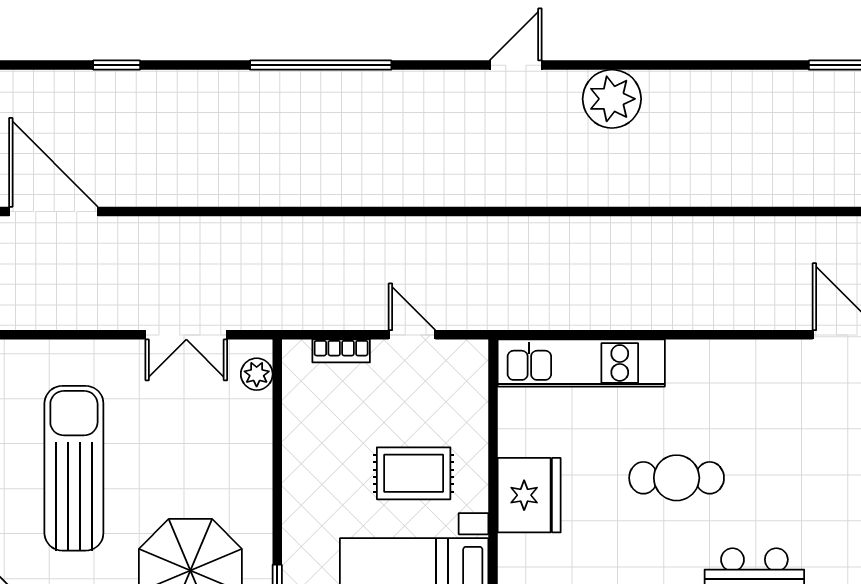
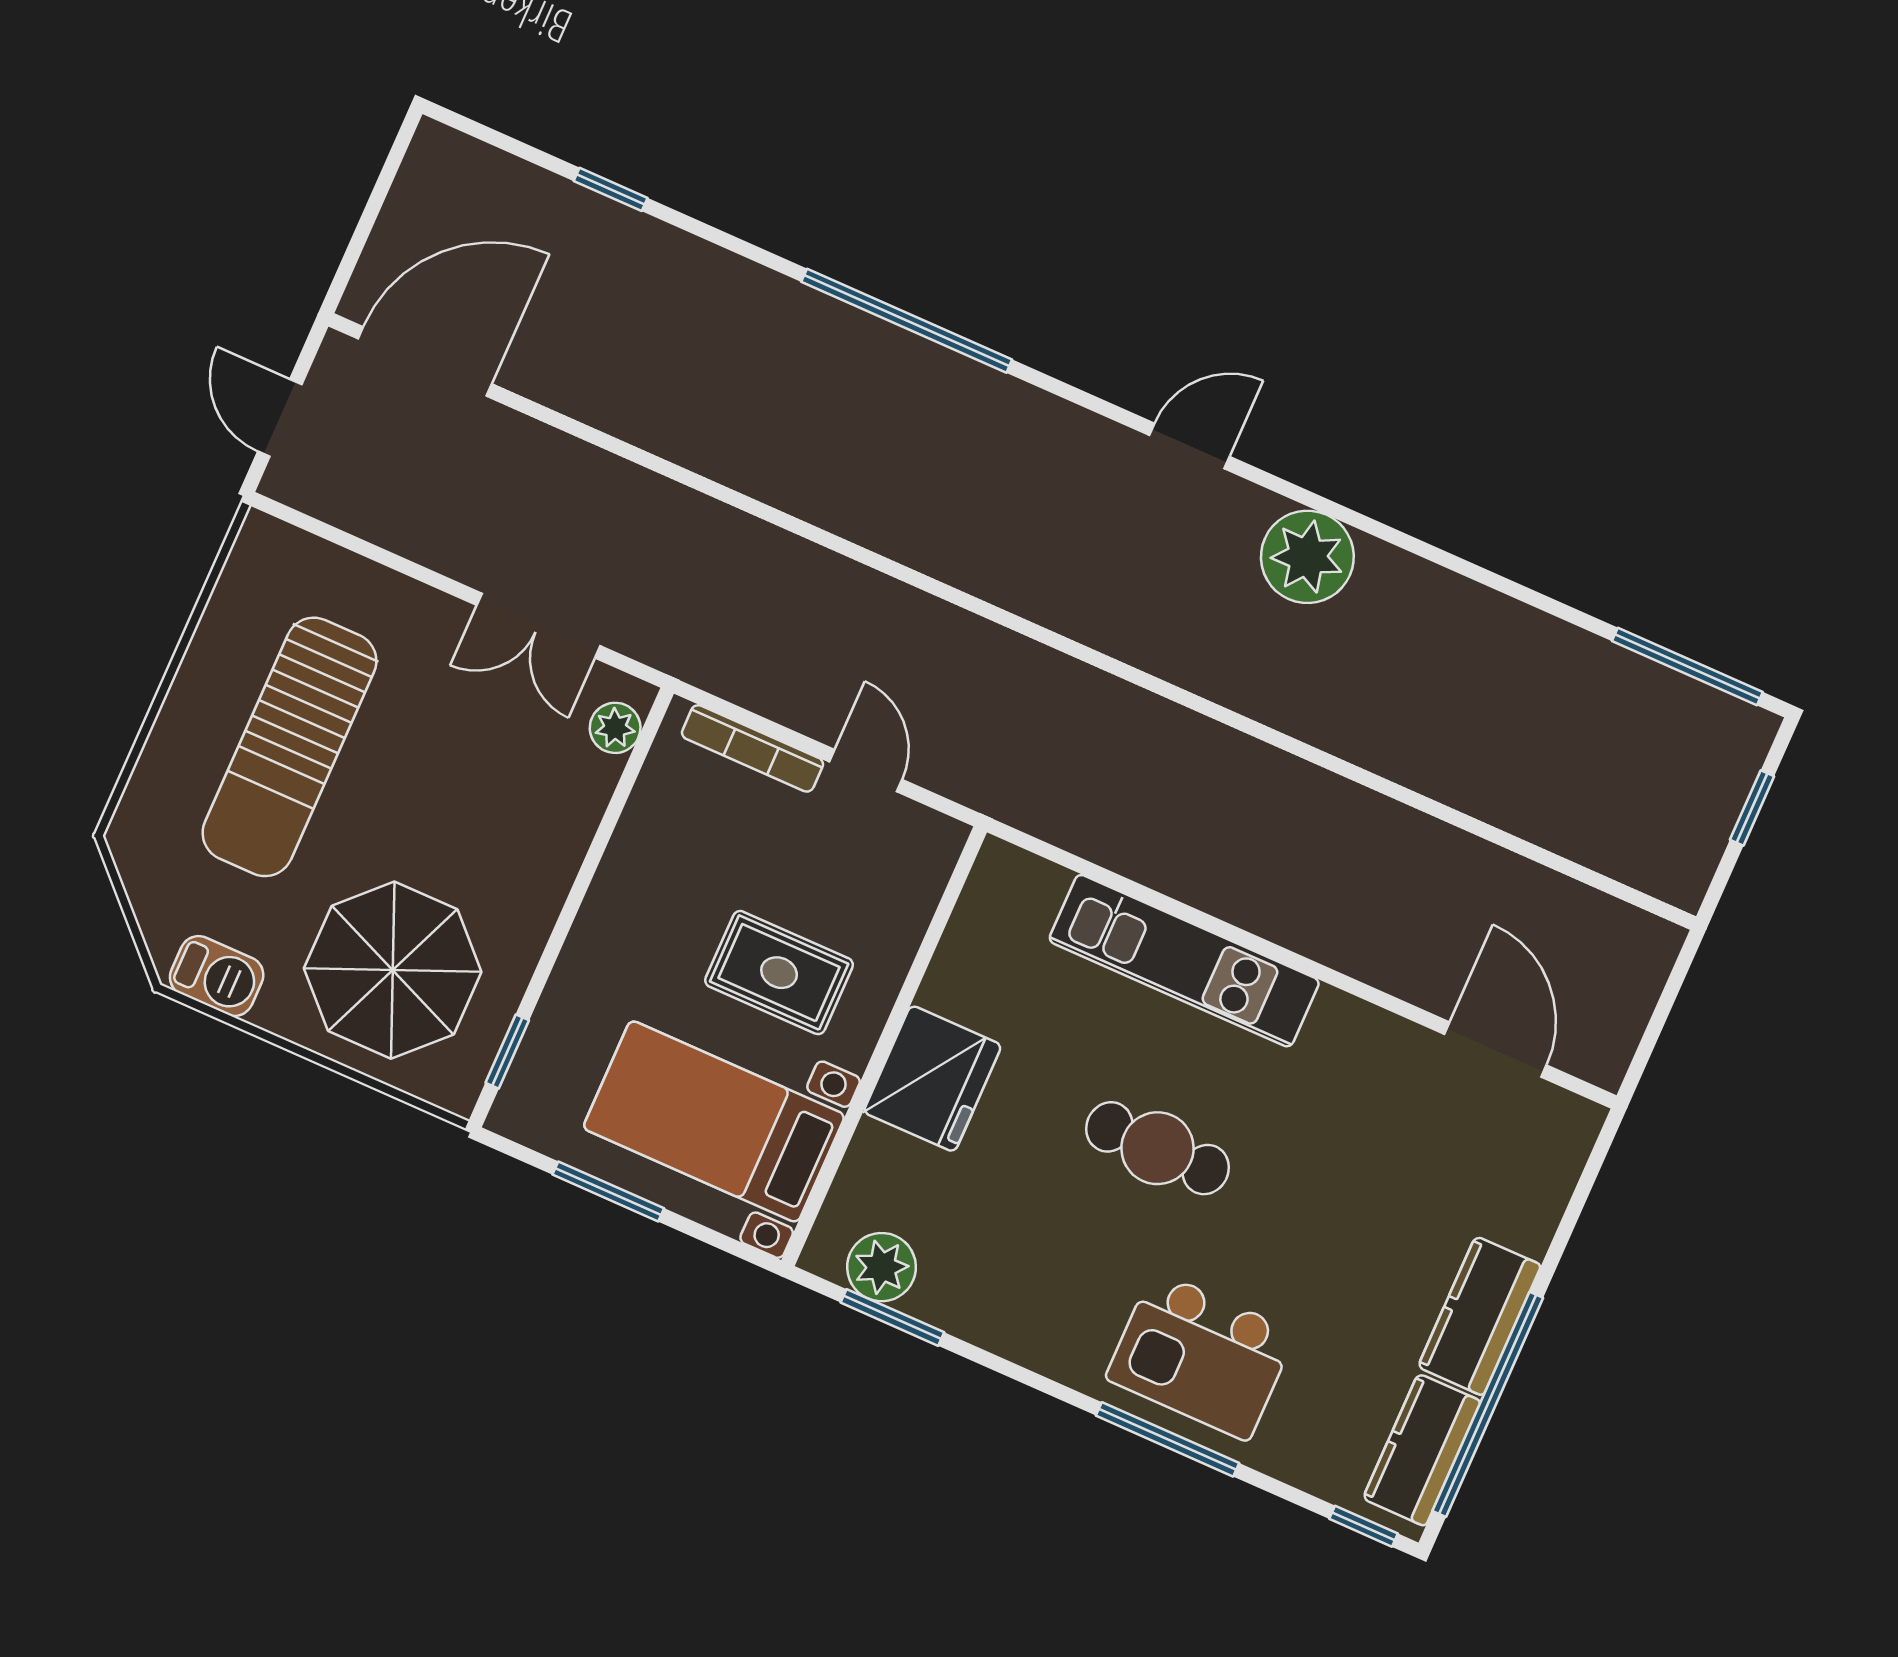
door: (54, 211) -> (425, 361), hinge flipped
bookcase: (341, 351) -> (752, 748), width x1.56
kitchen unit: (581, 363) -> (1184, 961), moved
sun lounger: (74, 468) -> (289, 747), turned 180

